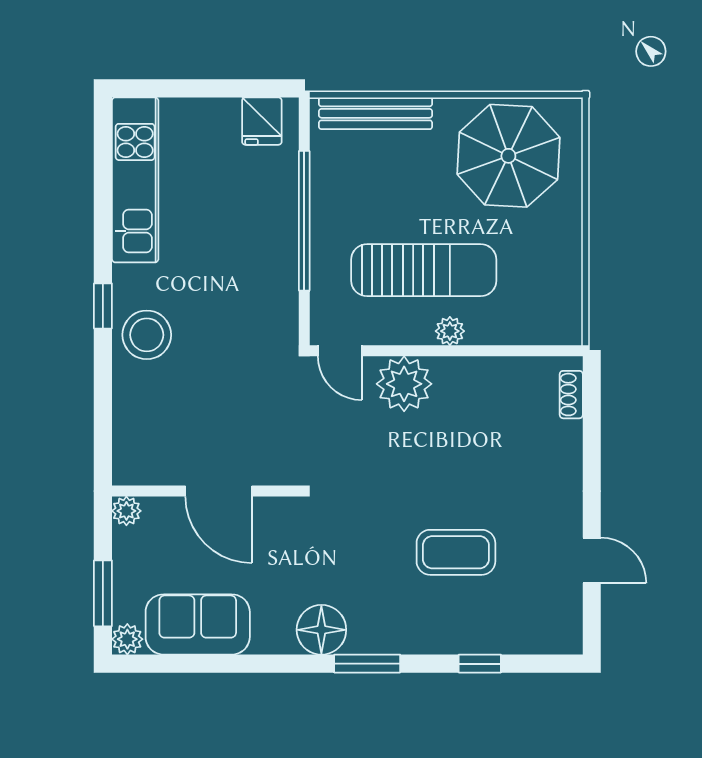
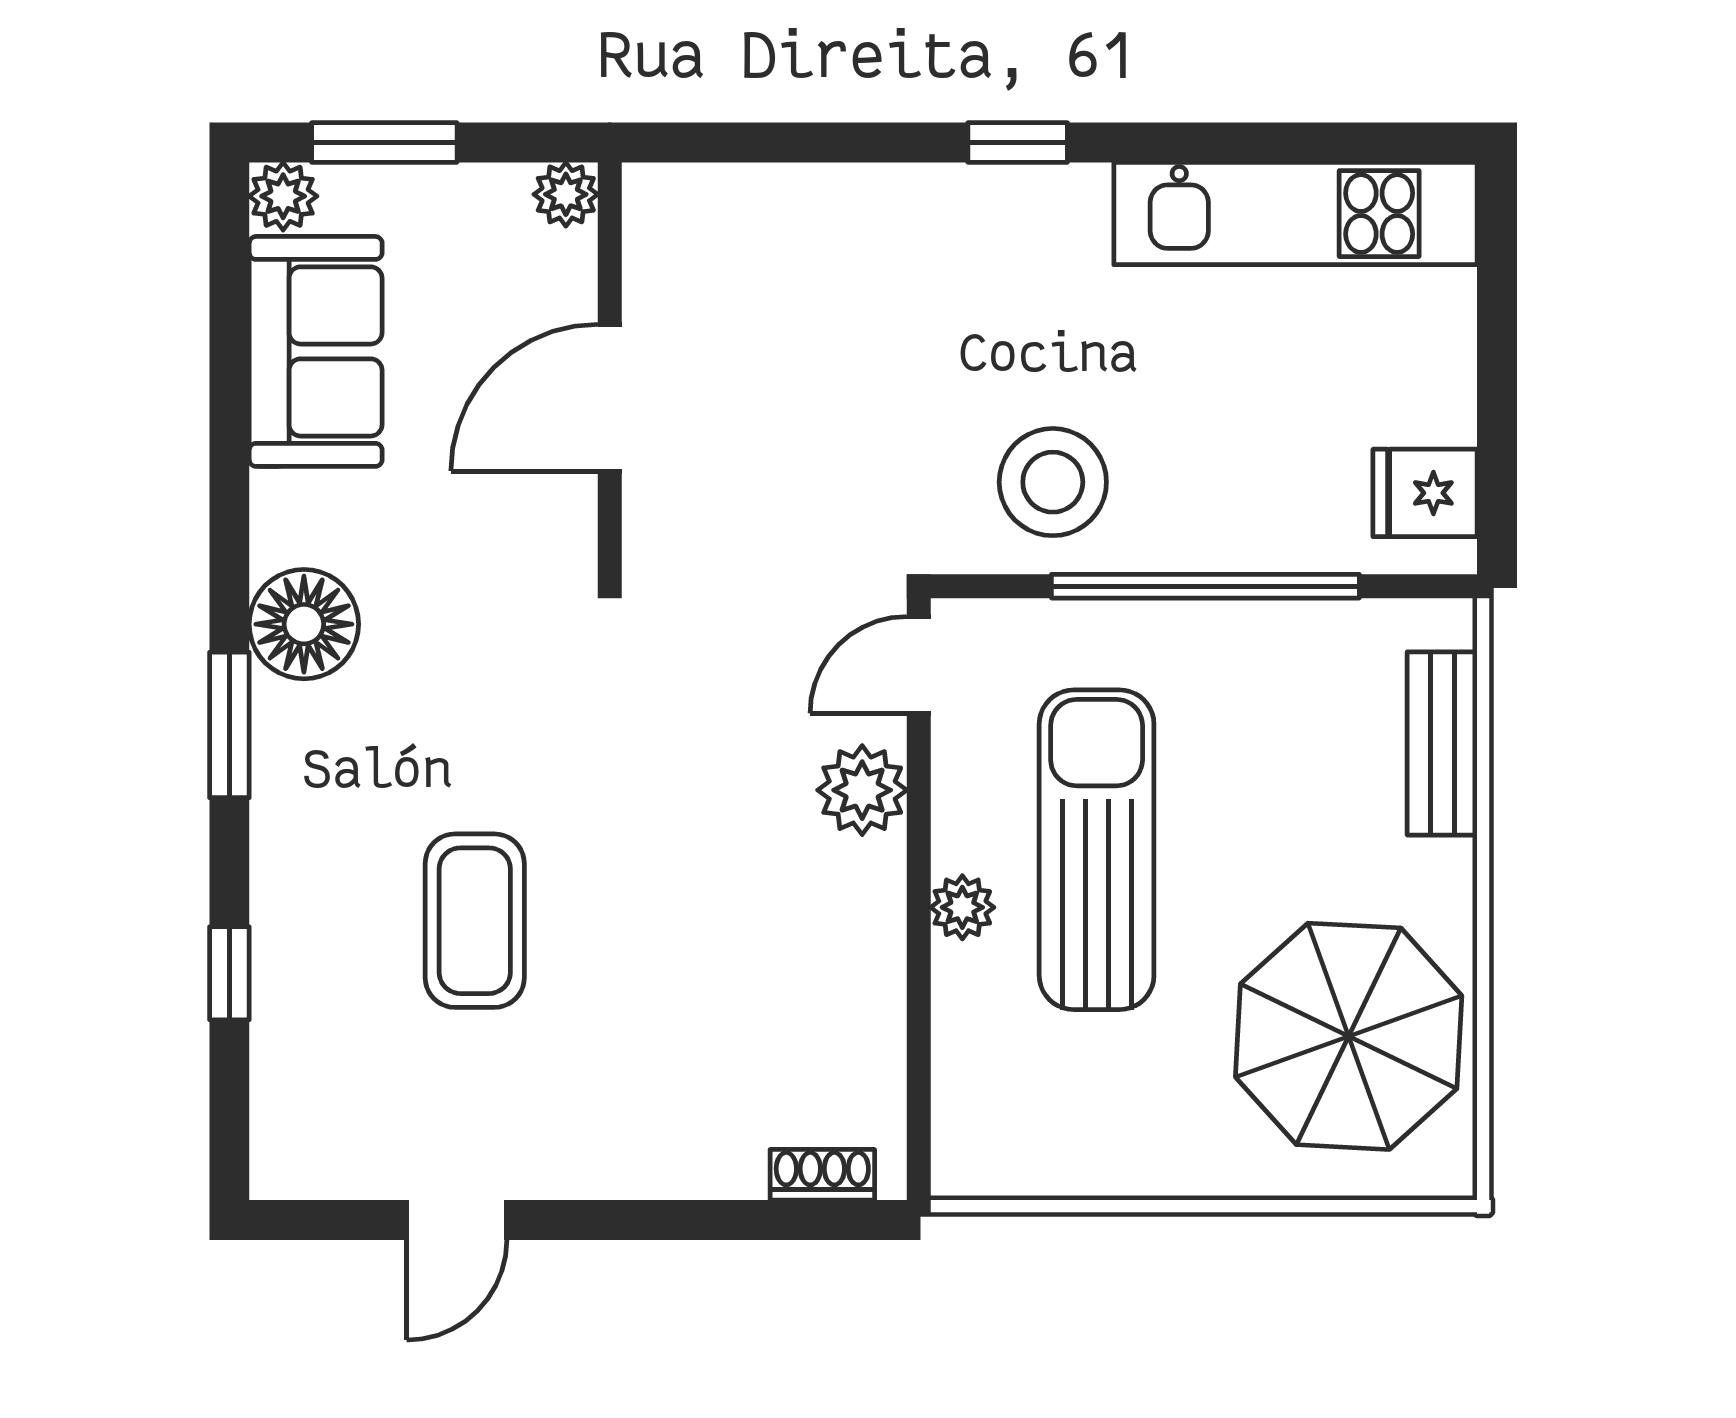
bench: (376, 113) -> (1442, 743), width x0.73
sun lounger: (424, 270) -> (1097, 850), turned 180
stool: (147, 335) -> (1053, 482), moved
plant: (404, 384) -> (862, 790), width x0.73, depth x0.73

